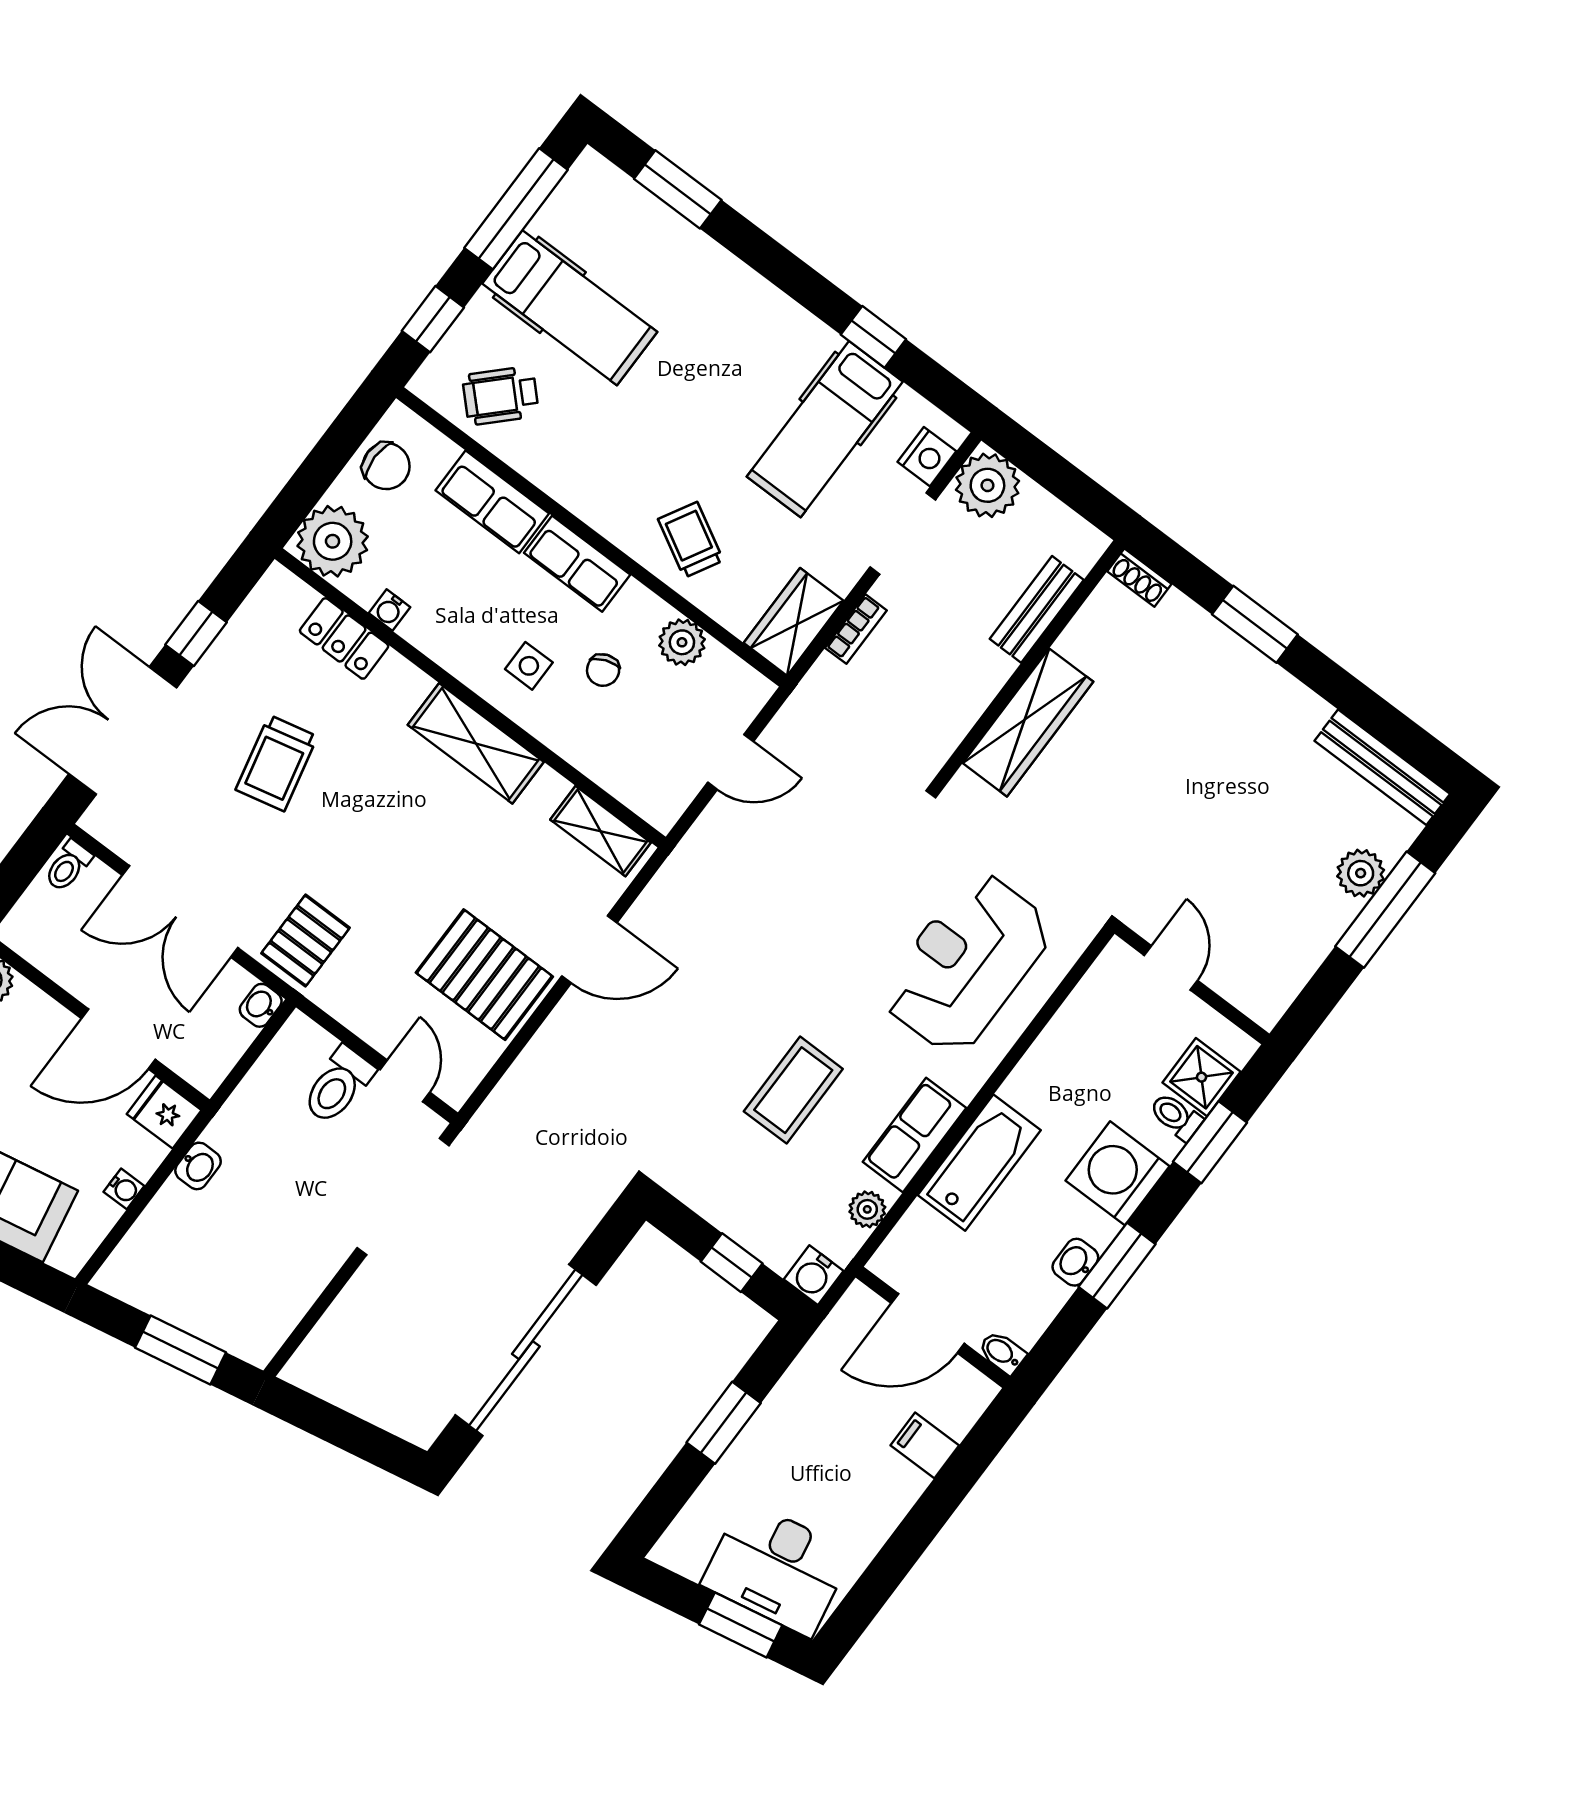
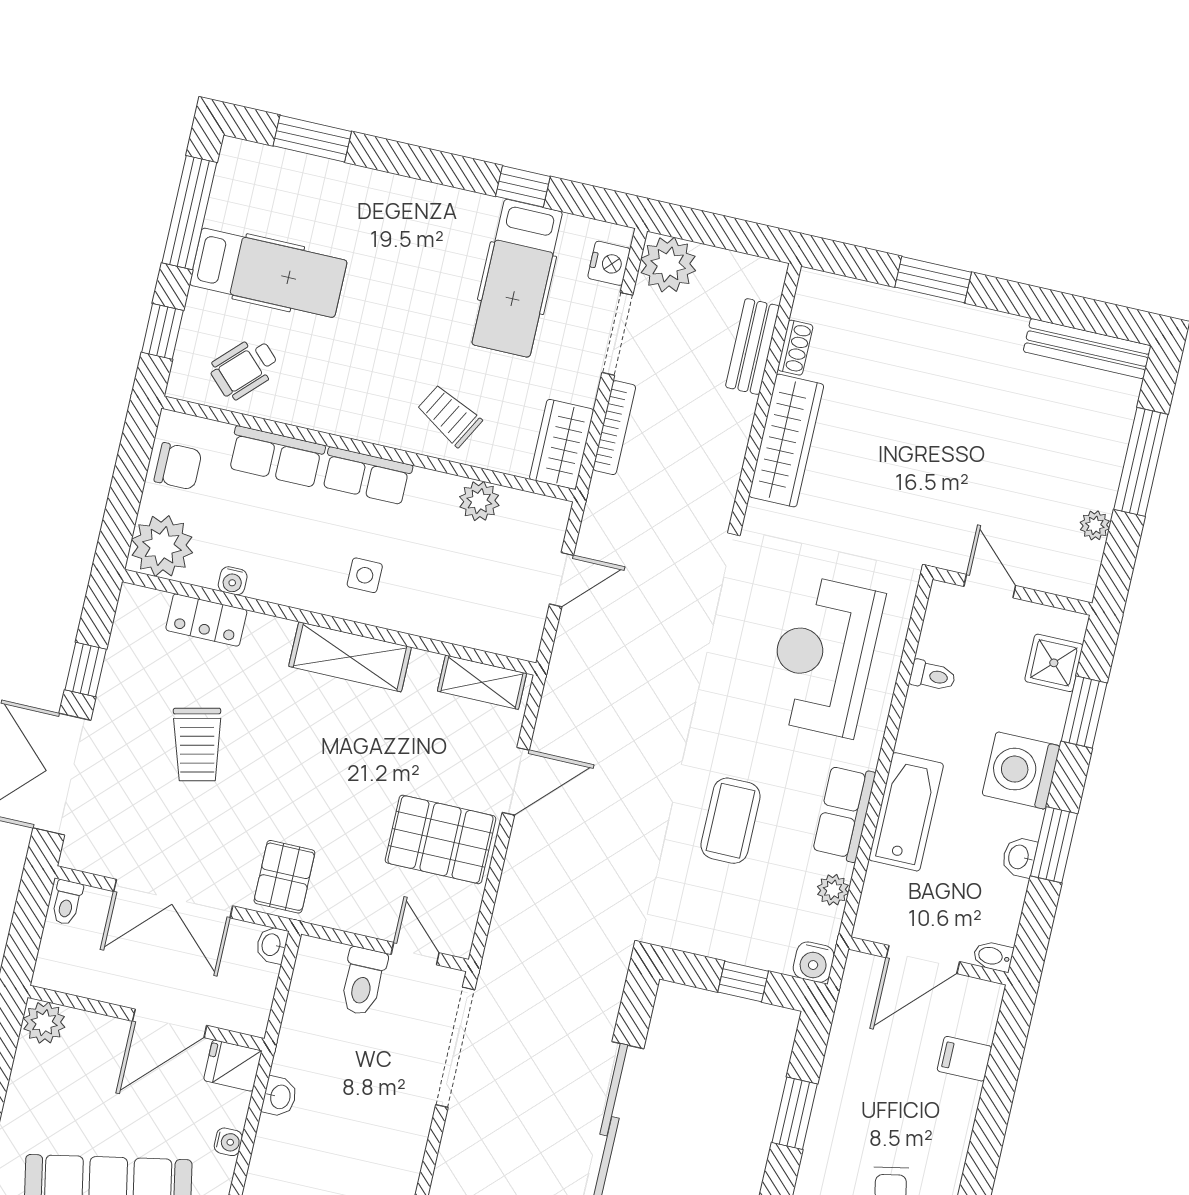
shoe rack: (1139, 578) -> (795, 348), moved, turned -90
bookcase: (856, 629) -> (614, 428), width x1.56
chair: (603, 670) -> (426, 552), removed
plant: (1361, 873) -> (1095, 525), moved, width x0.73, depth x0.73
toilet: (1176, 1116) -> (933, 676), moved, turned 180

